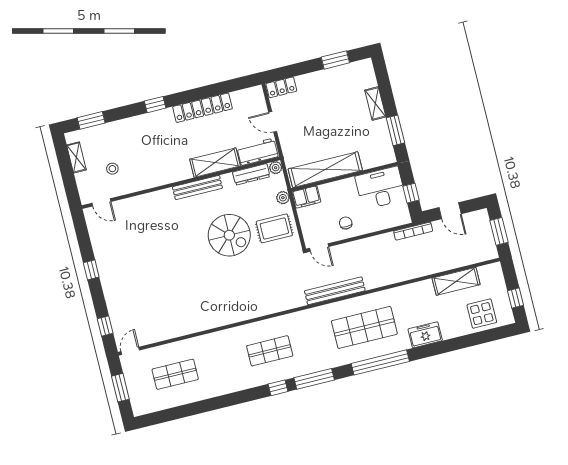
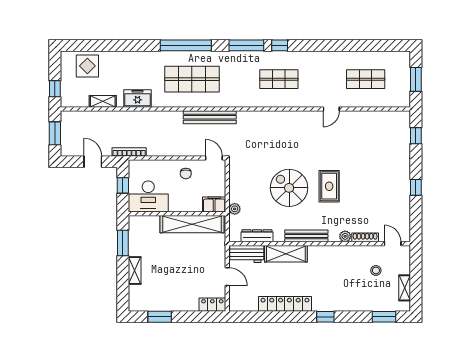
plant: (276, 168) -> (345, 236), moved
shoe rack: (133, 202) -> (365, 237), added
rug: (274, 228) -> (329, 186), moved, turned 90
shelving: (456, 281) -> (103, 101), width x0.67, depth x0.75
window: (516, 298) -> (55, 89), moved
freezer: (425, 335) -> (138, 99), moved, turned 180
door: (130, 351) -> (331, 109), moved

